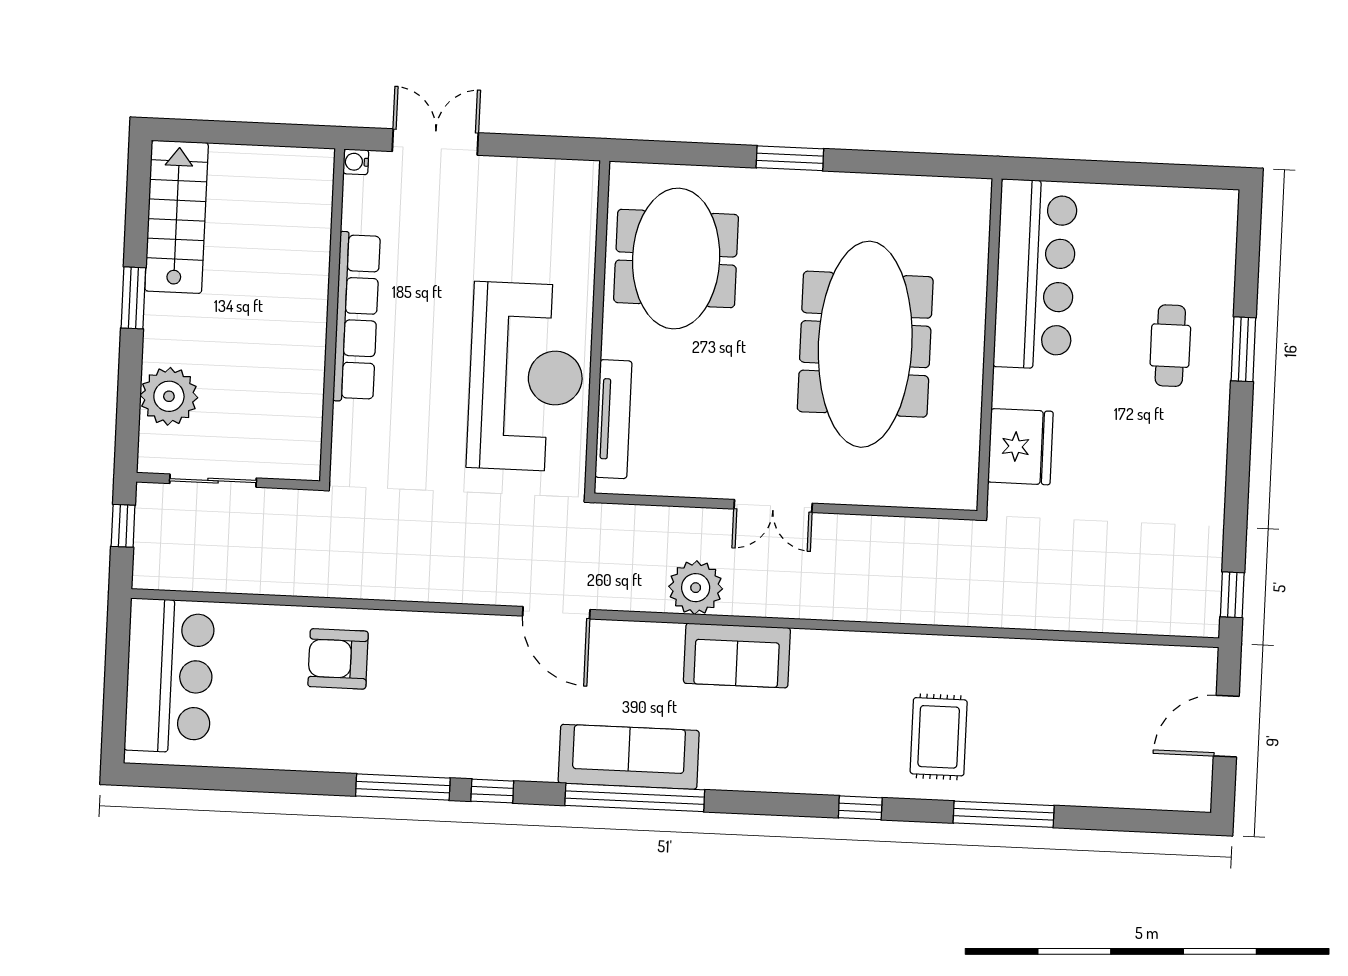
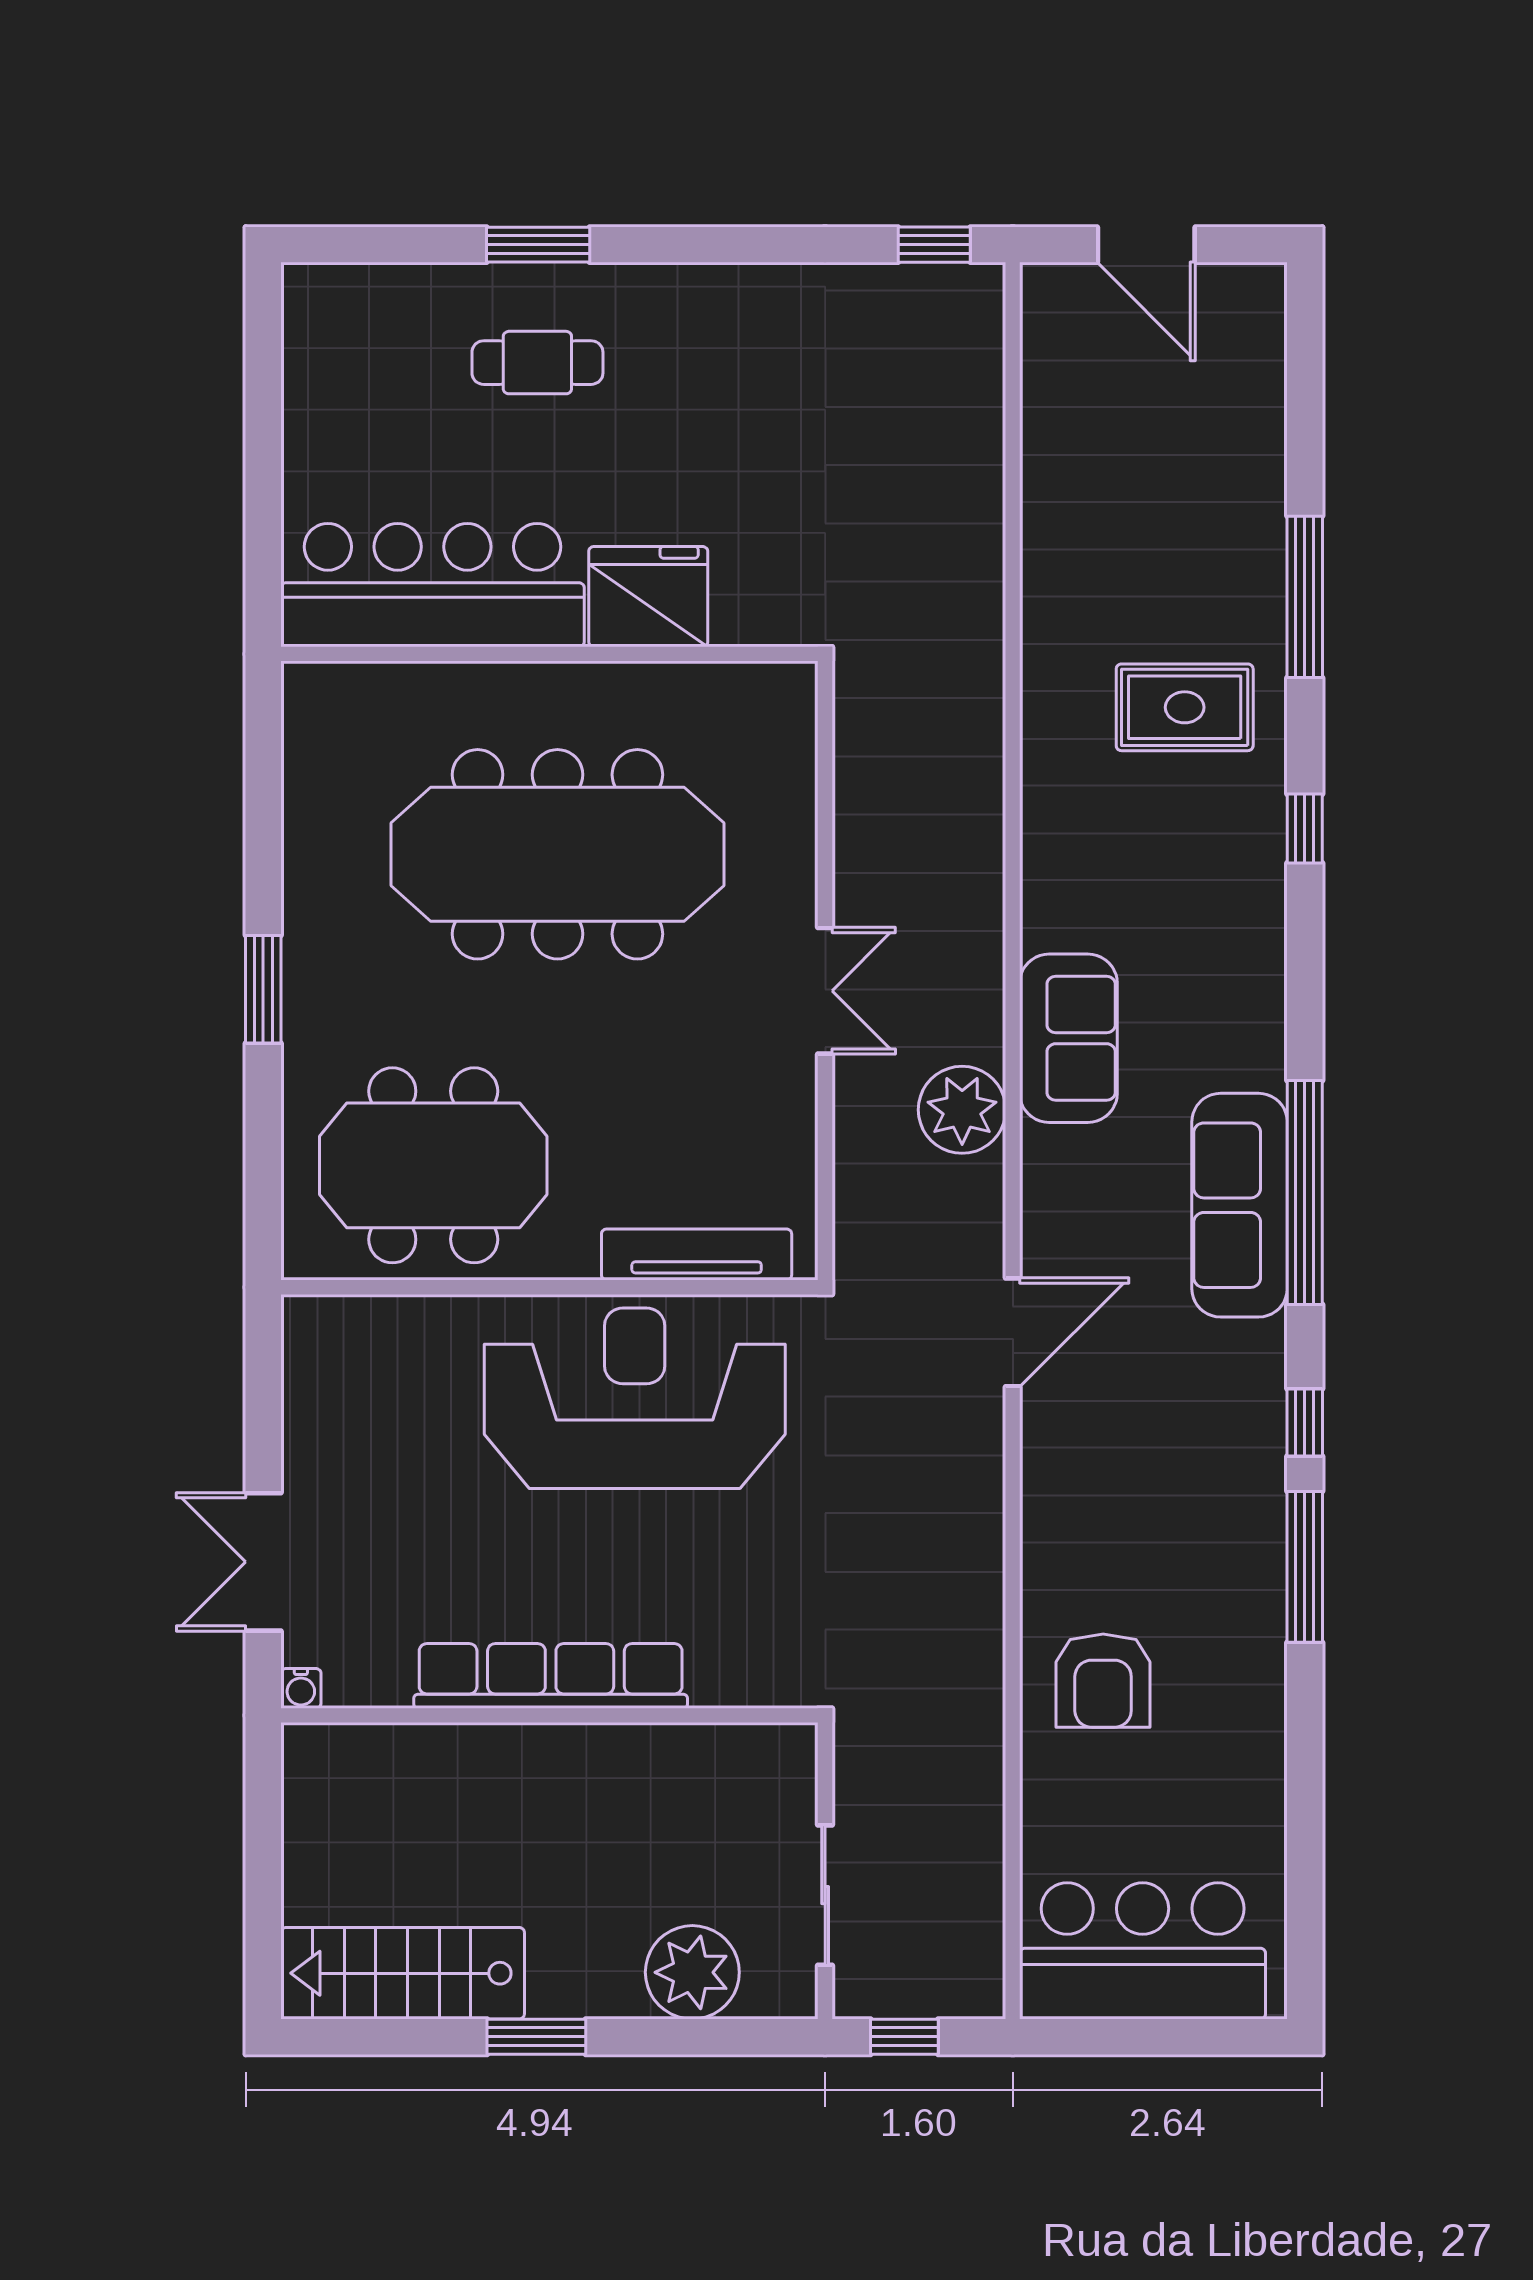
fridge: (1021, 447) -> (648, 597), moved

